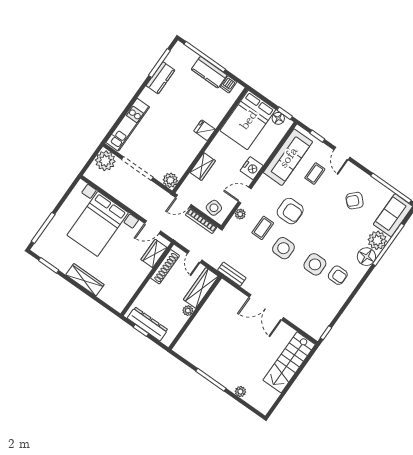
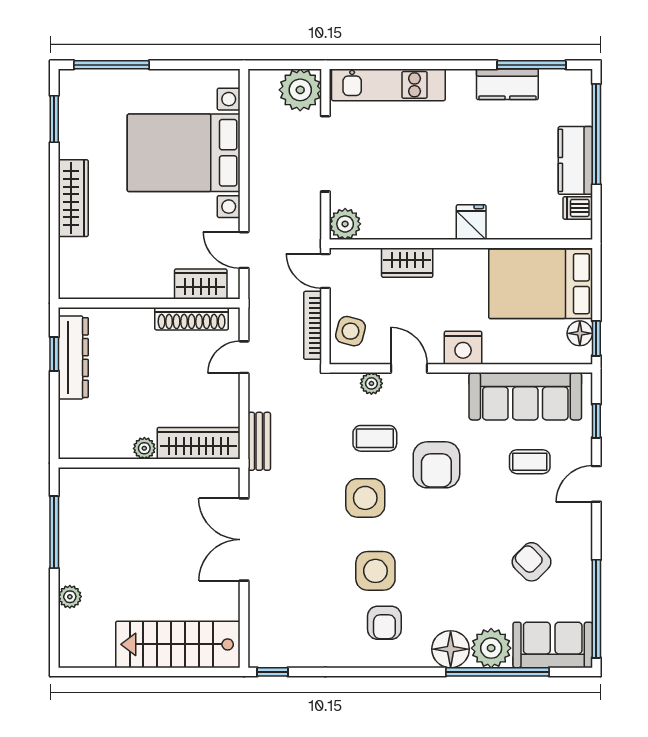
wardrobe: (201, 288) -> (199, 443), moved
plant: (188, 311) -> (144, 448), moved
wall: (195, 313) -> (149, 463), moved

